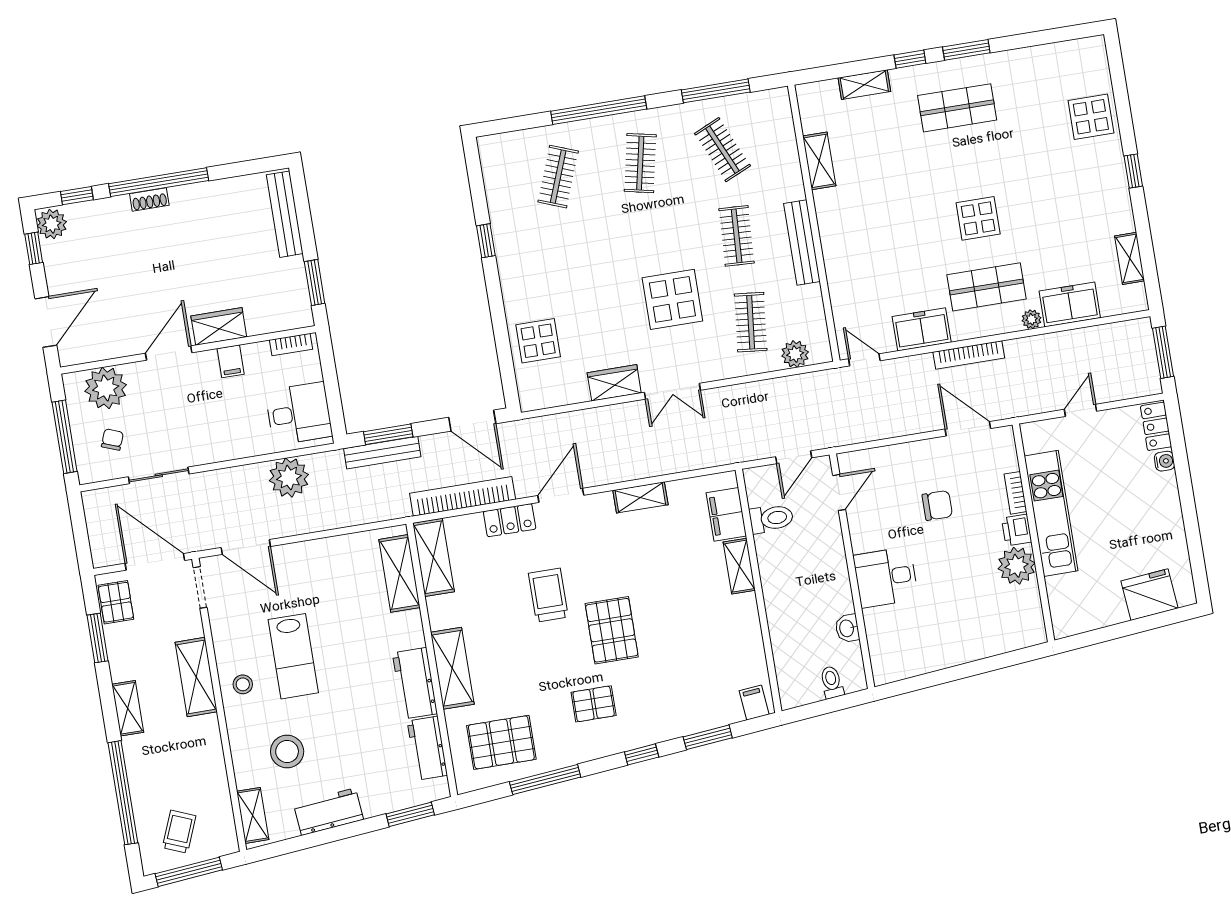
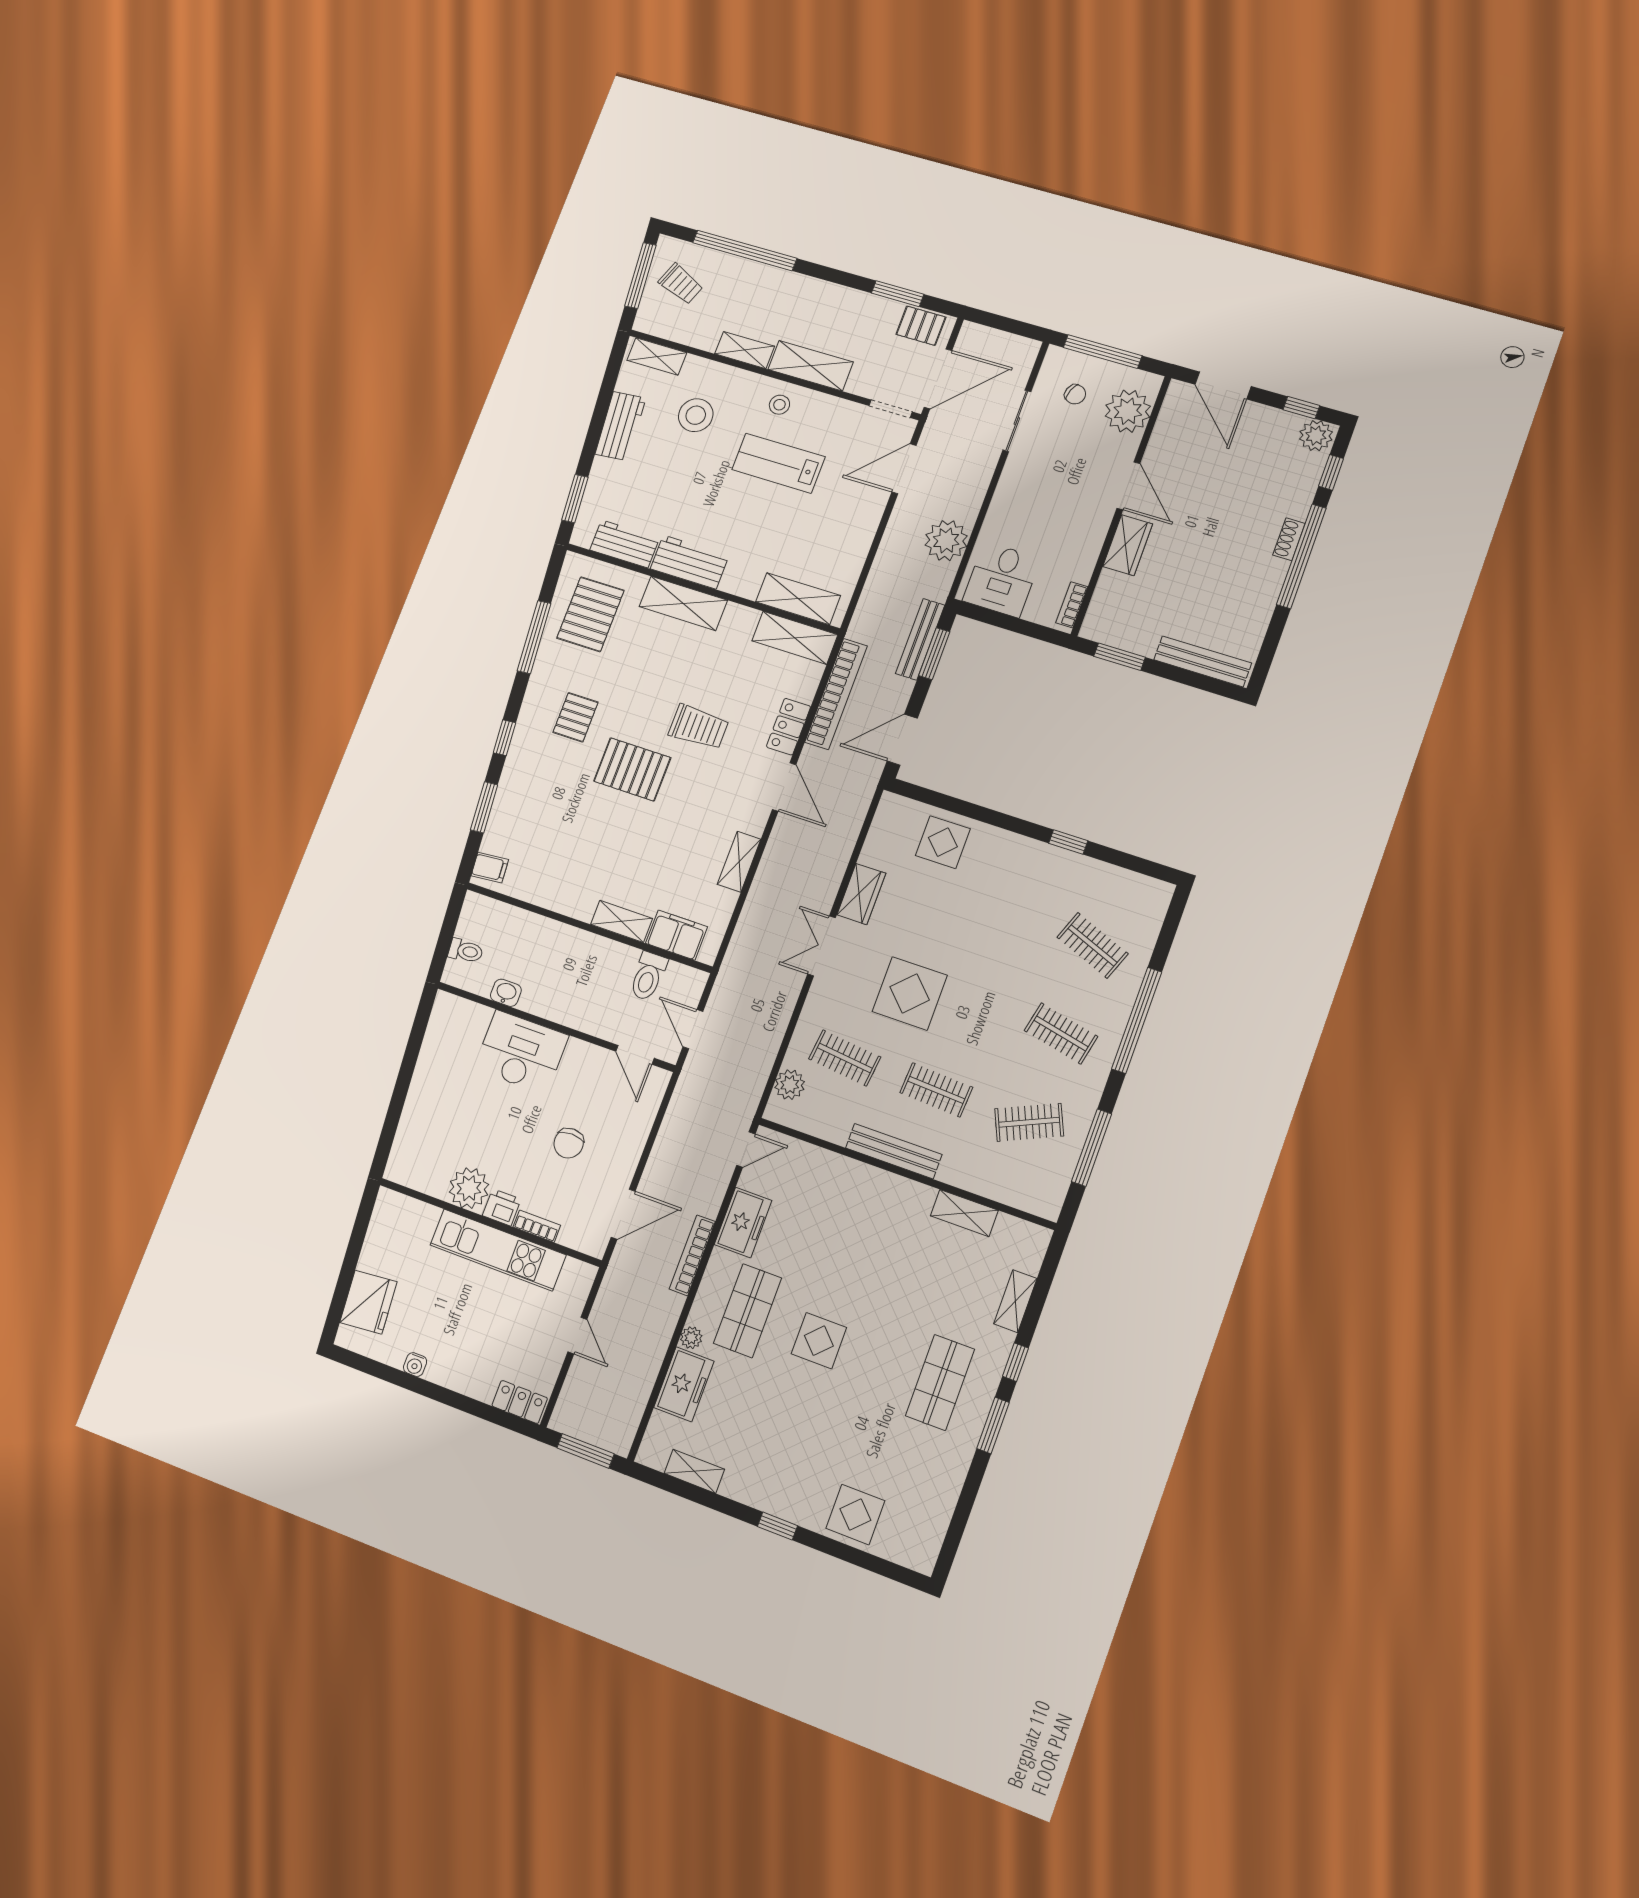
filing cabinet: (231, 361) -> (1088, 540), removed
water cooler: (1164, 461) -> (415, 1365), moved
desk: (886, 577) -> (521, 1052), width x1.37
shelving: (128, 708) -> (745, 350), moved

